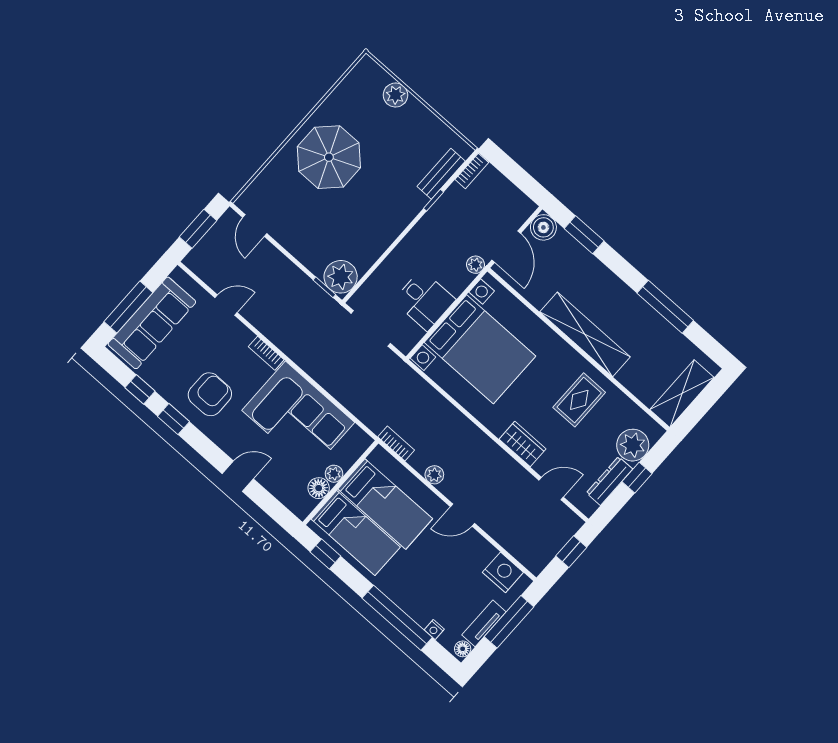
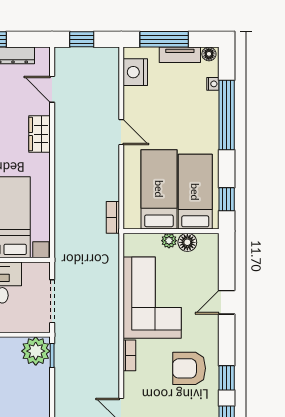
plant: (434, 475) -> (111, 174), removed
door: (238, 476) -> (227, 302), hinge flipped

